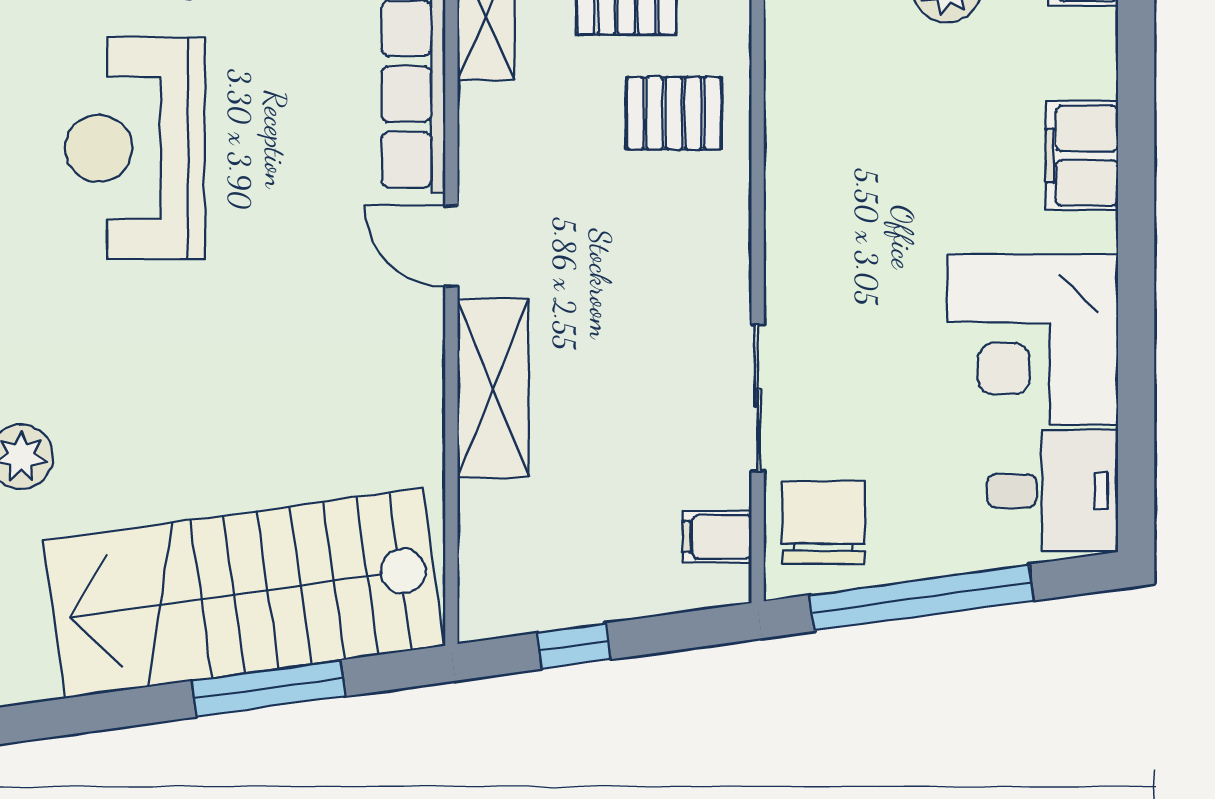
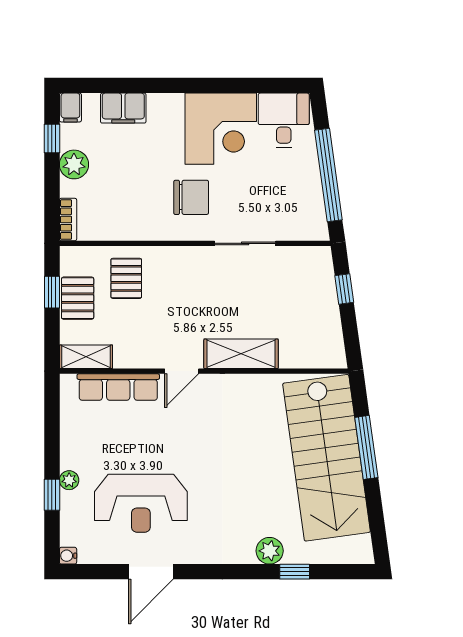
filing cabinet: (1082, 156) -> (123, 108), moved
chair: (823, 522) -> (191, 197), moved, turned 180
filing cabinet: (717, 537) -> (303, 260), removed
window: (574, 646) -> (344, 289), moved

